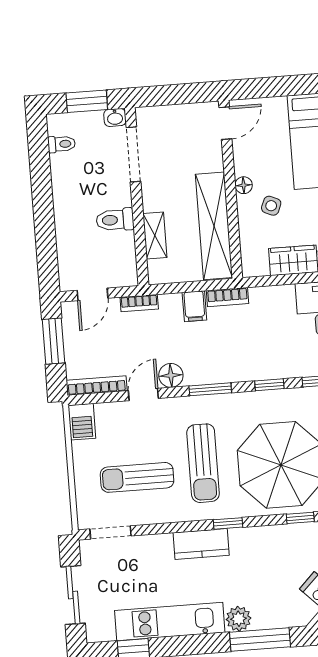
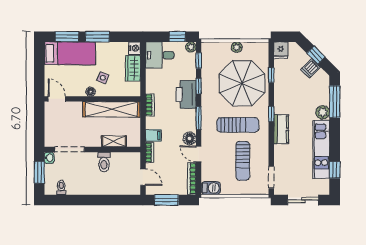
filing cabinet: (194, 306) -> (153, 135), moved
printer: (252, 363) -> (186, 94), added

